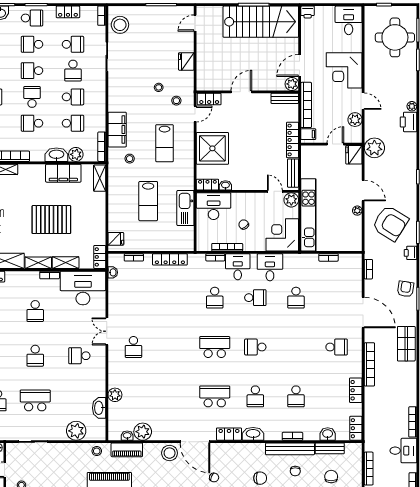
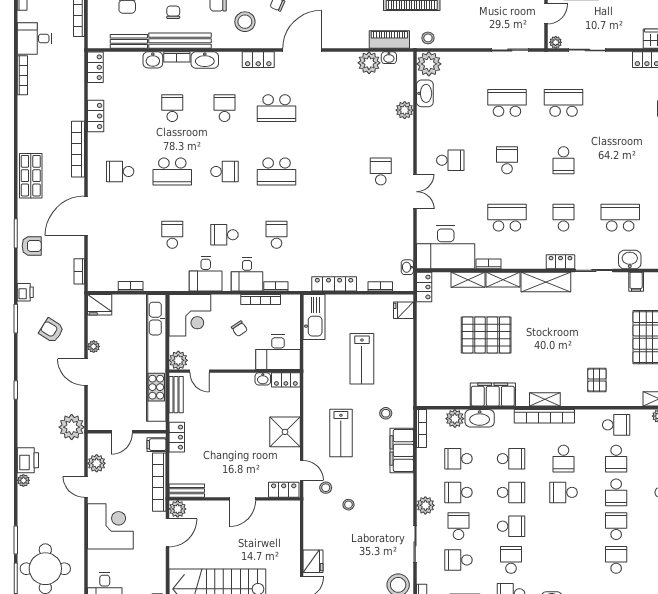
school desk: (32, 44) -> (511, 560), turned -90
fridge: (186, 61) -> (313, 561), moved
plant: (99, 87) -> (425, 505), added
school desk: (32, 97) -> (511, 492), turned -90
door: (195, 114) -> (302, 470), swing flipped
locker: (293, 140) -> (177, 437), width x0.66
lab bench: (165, 143) -> (341, 433), turned 180
shower: (212, 148) -> (285, 432), width x0.73, depth x0.73
fridge: (354, 155) -> (100, 305), moved, turned 90
filing cabinet: (63, 173) -> (493, 395), moved
shelving: (100, 178) -> (424, 388), removed
lab bench: (148, 201) -> (362, 359), turned 180
kitchen sink: (185, 208) -> (314, 317), moved
kitchen unit: (308, 215) -> (156, 358), width x1.36
armchair: (390, 223) -> (51, 330), width x0.53, depth x0.53
armchair: (406, 289) -> (32, 246), turned -99
school desk: (35, 311) -> (507, 218), width x1.85
door: (363, 313) -> (86, 216), hinge flipped
school desk: (296, 347) -> (172, 171), added
school desk: (35, 400) -> (507, 103), turned 180
plant: (76, 431) -> (429, 64), moved
washbasin: (253, 434) -> (205, 60), moved
washbasin: (328, 434) -> (153, 60), moved
door: (195, 442) -> (302, 50), hinge flipped
stool: (170, 453) -> (245, 22), moved

